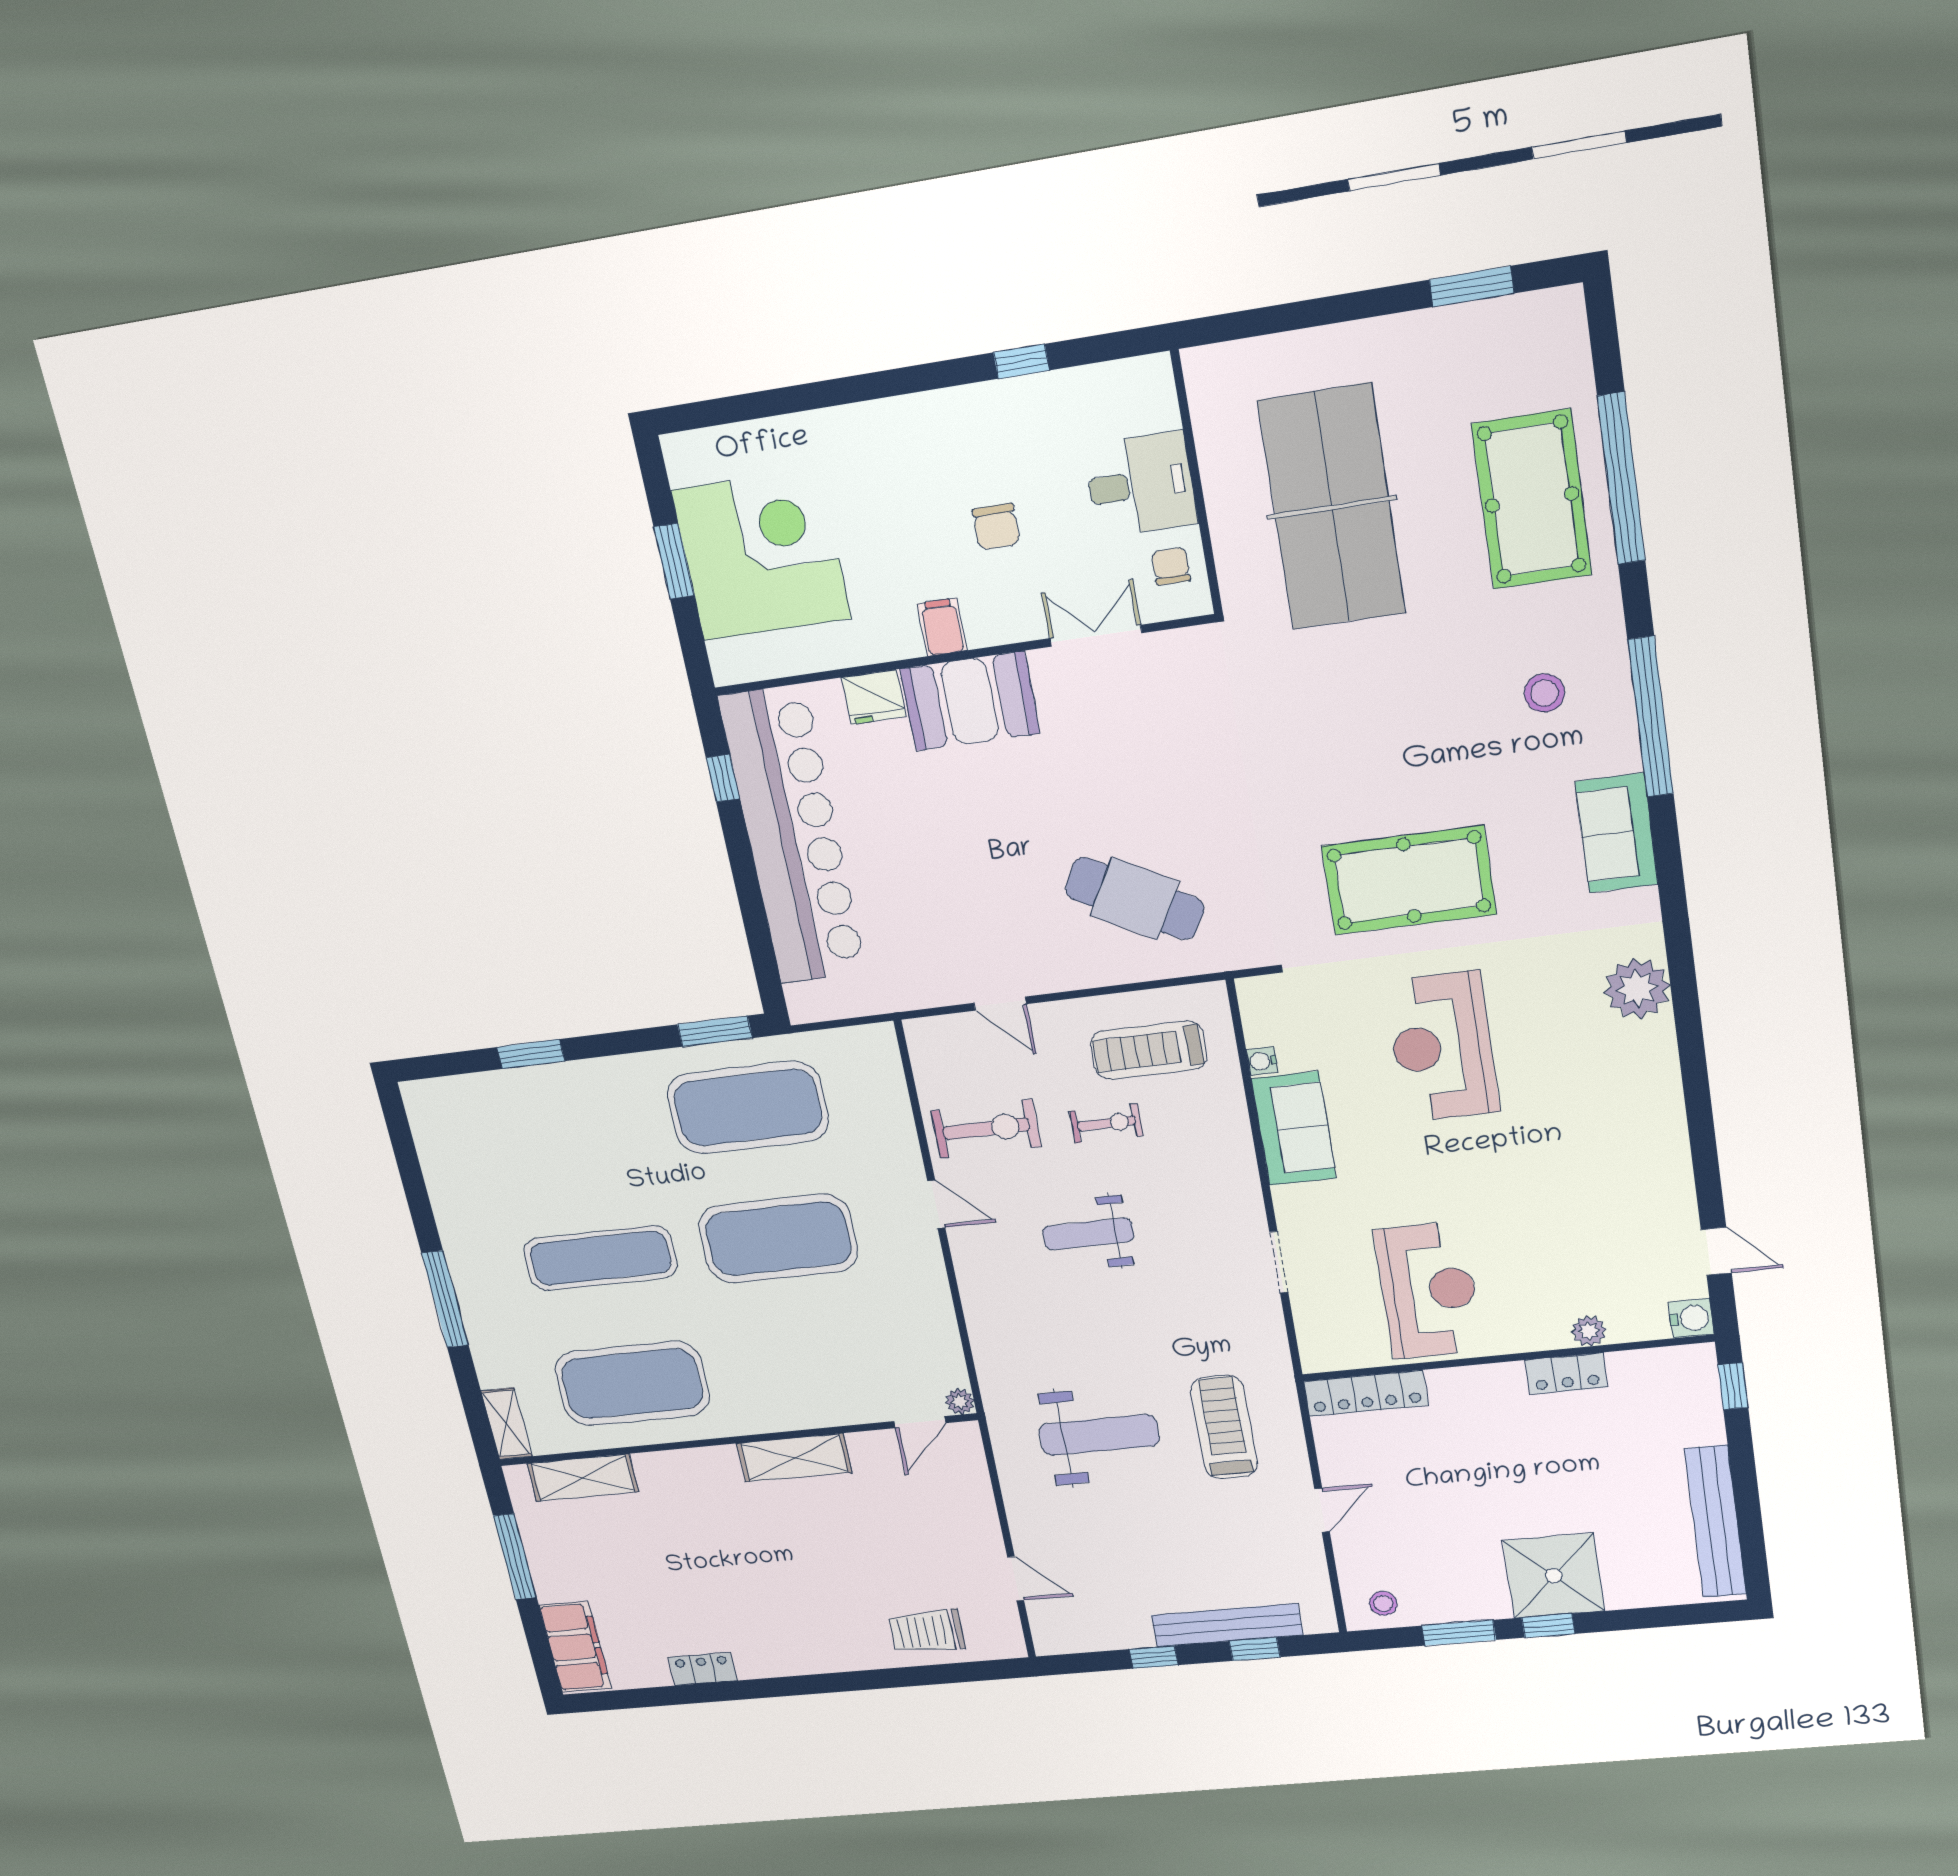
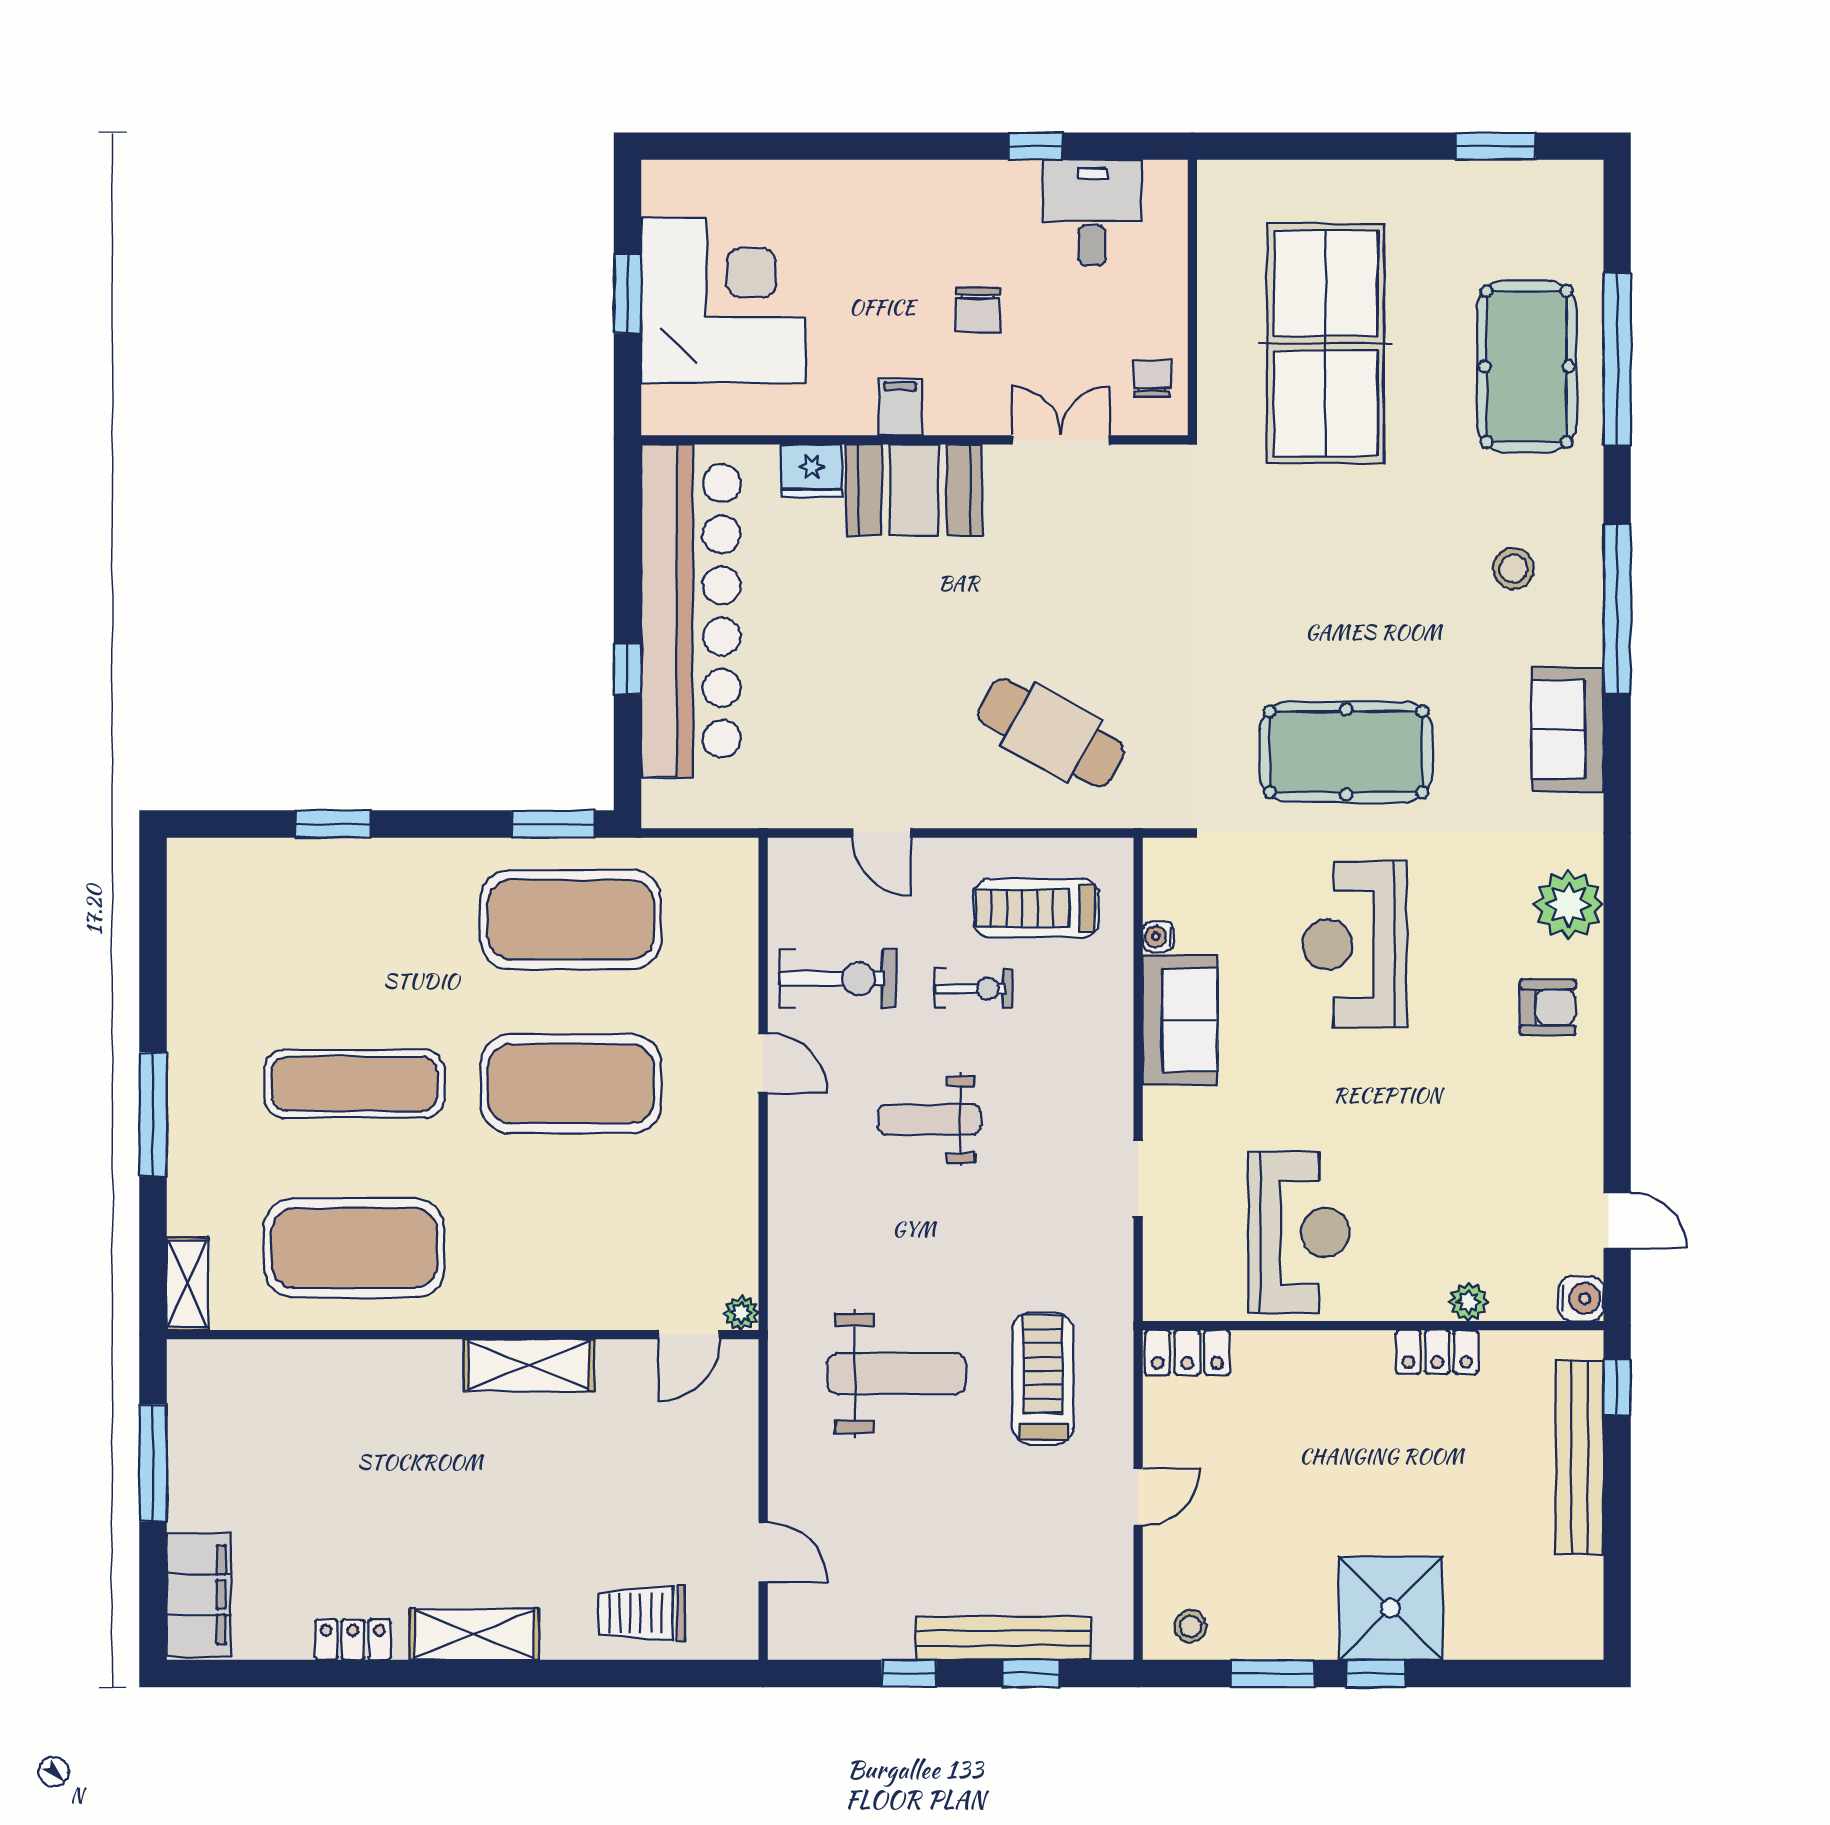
desk: (1140, 484) -> (1092, 213), moved, turned -90
window: (723, 778) -> (627, 669), moved
armchair: (1629, 1080) -> (1548, 1007), added
locker: (1366, 1393) -> (1187, 1353), width x0.66
shelving: (583, 1478) -> (474, 1634), moved
bench: (1716, 1522) -> (1580, 1458), moved

